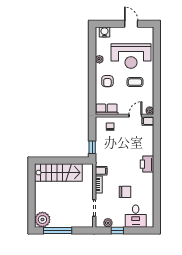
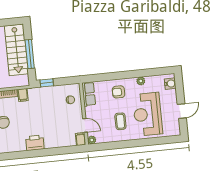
window: (64, 160) -> (30, 54), added

